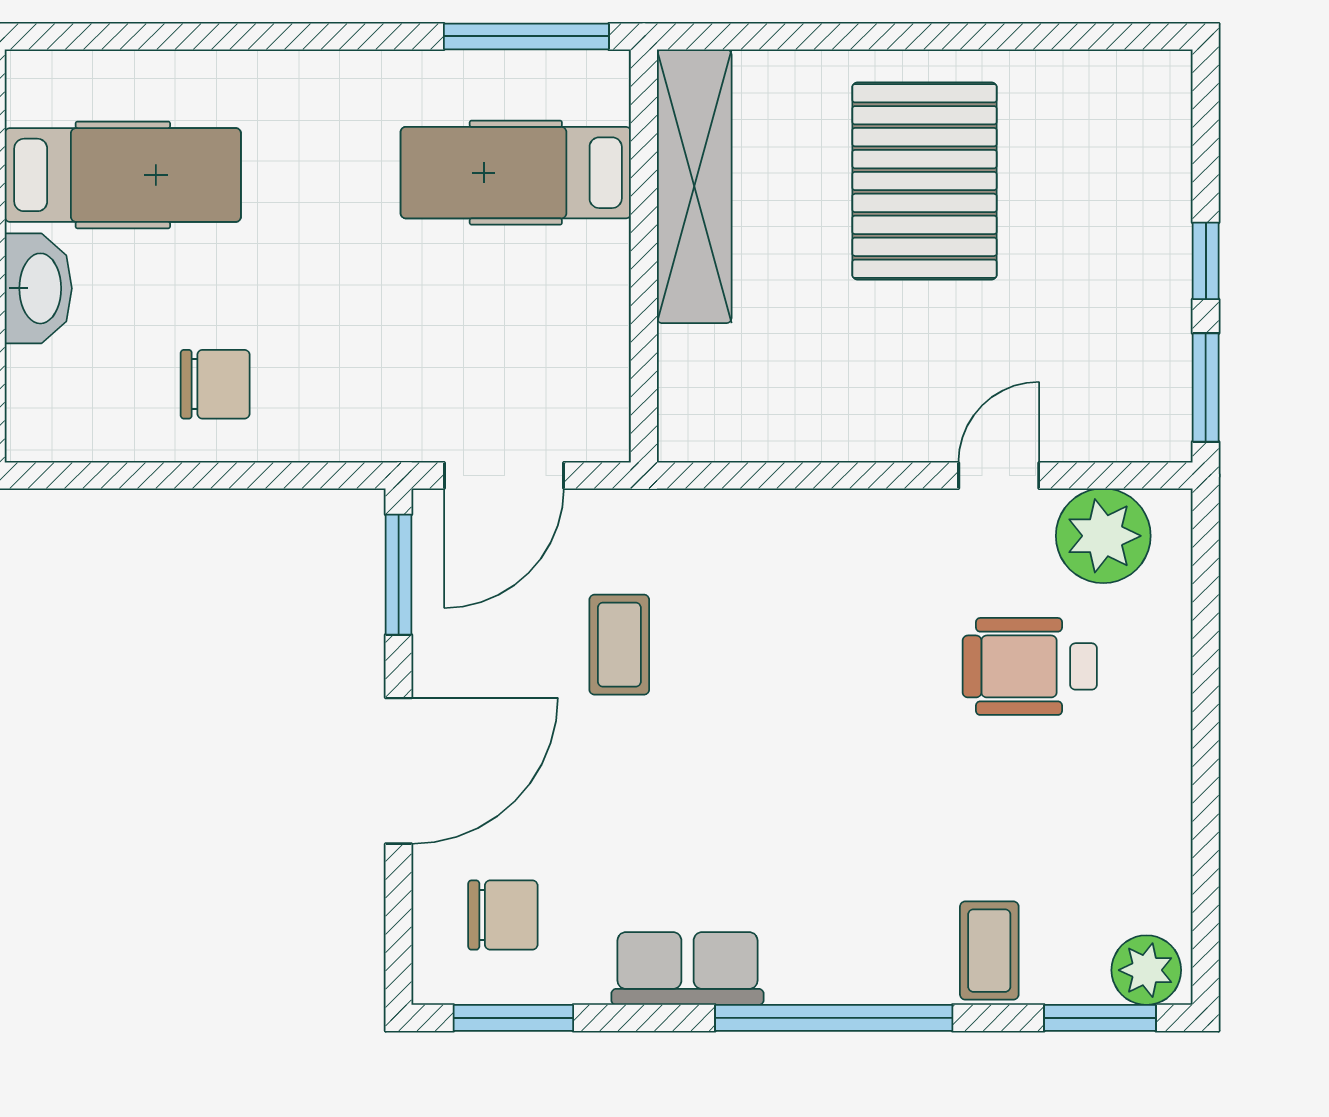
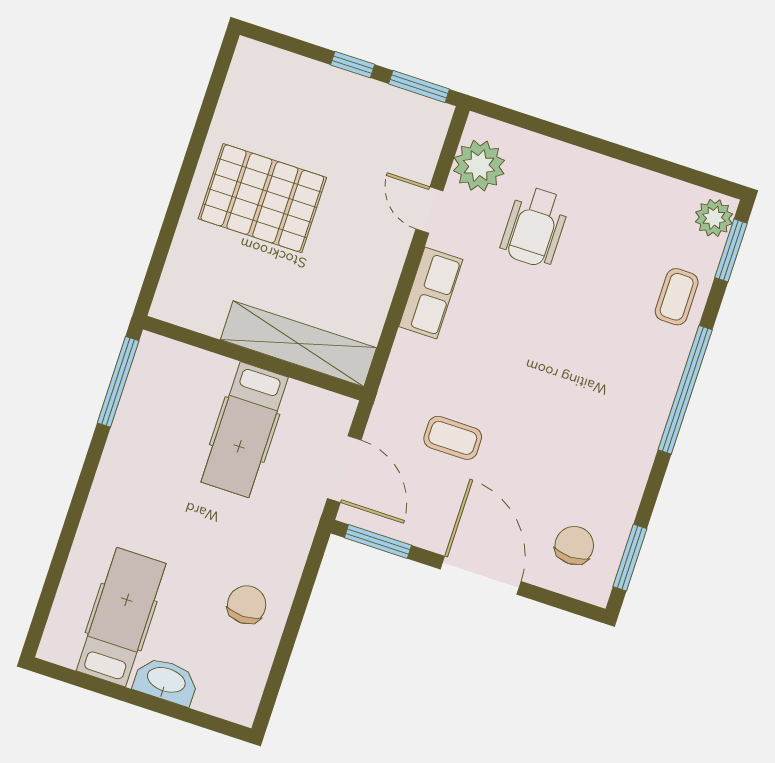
hospital bed: (516, 173) -> (245, 430), moved
shelving: (694, 186) -> (298, 344), moved
coffee table: (989, 951) -> (677, 297), turned 90
row of seats: (687, 969) -> (431, 293), moved, turned 180

